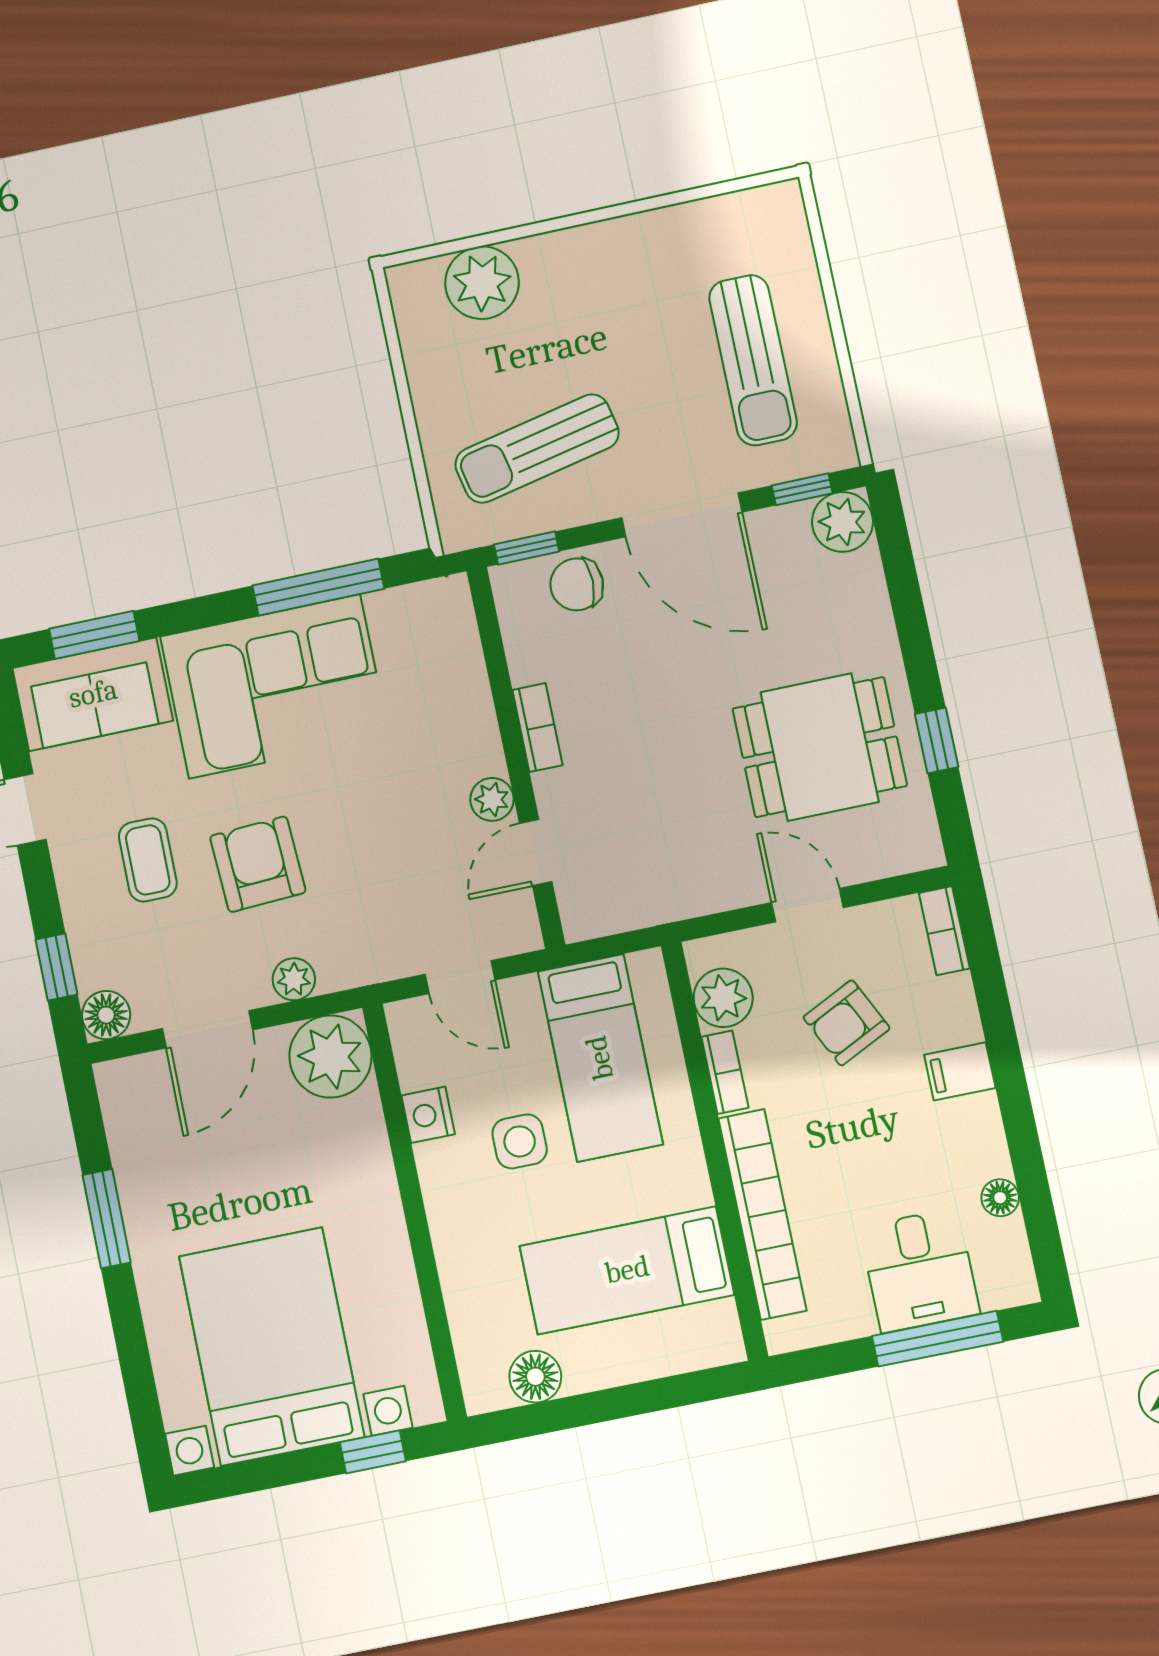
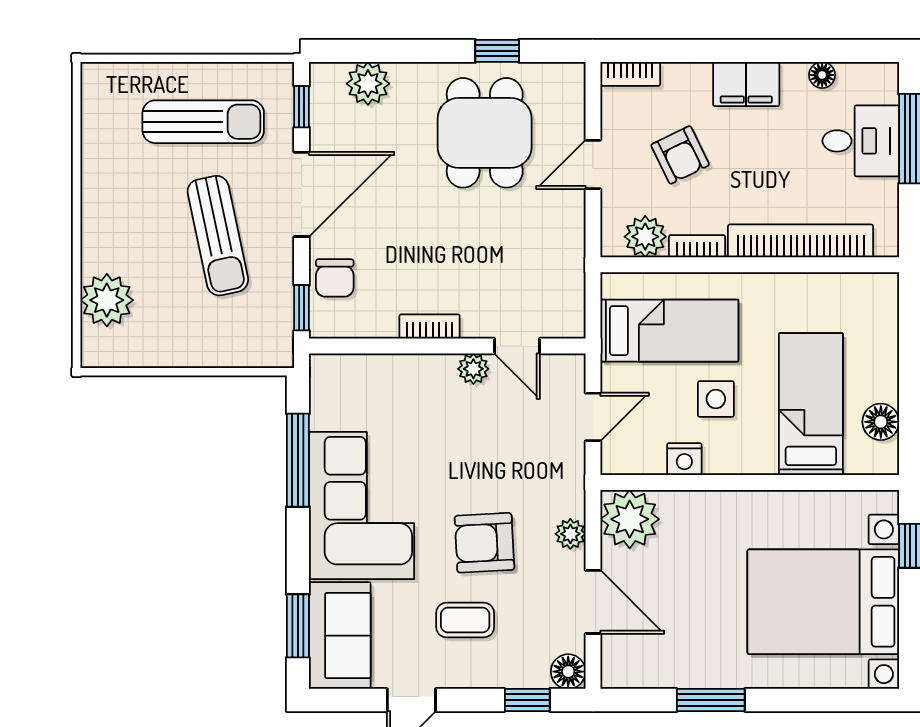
sun lounger: (537, 449) -> (218, 236), moved
plant: (842, 522) -> (368, 84), moved
filing cabinet: (960, 1071) -> (746, 84), width x2.00
bed: (627, 1270) -> (811, 404), moved, turned 180

